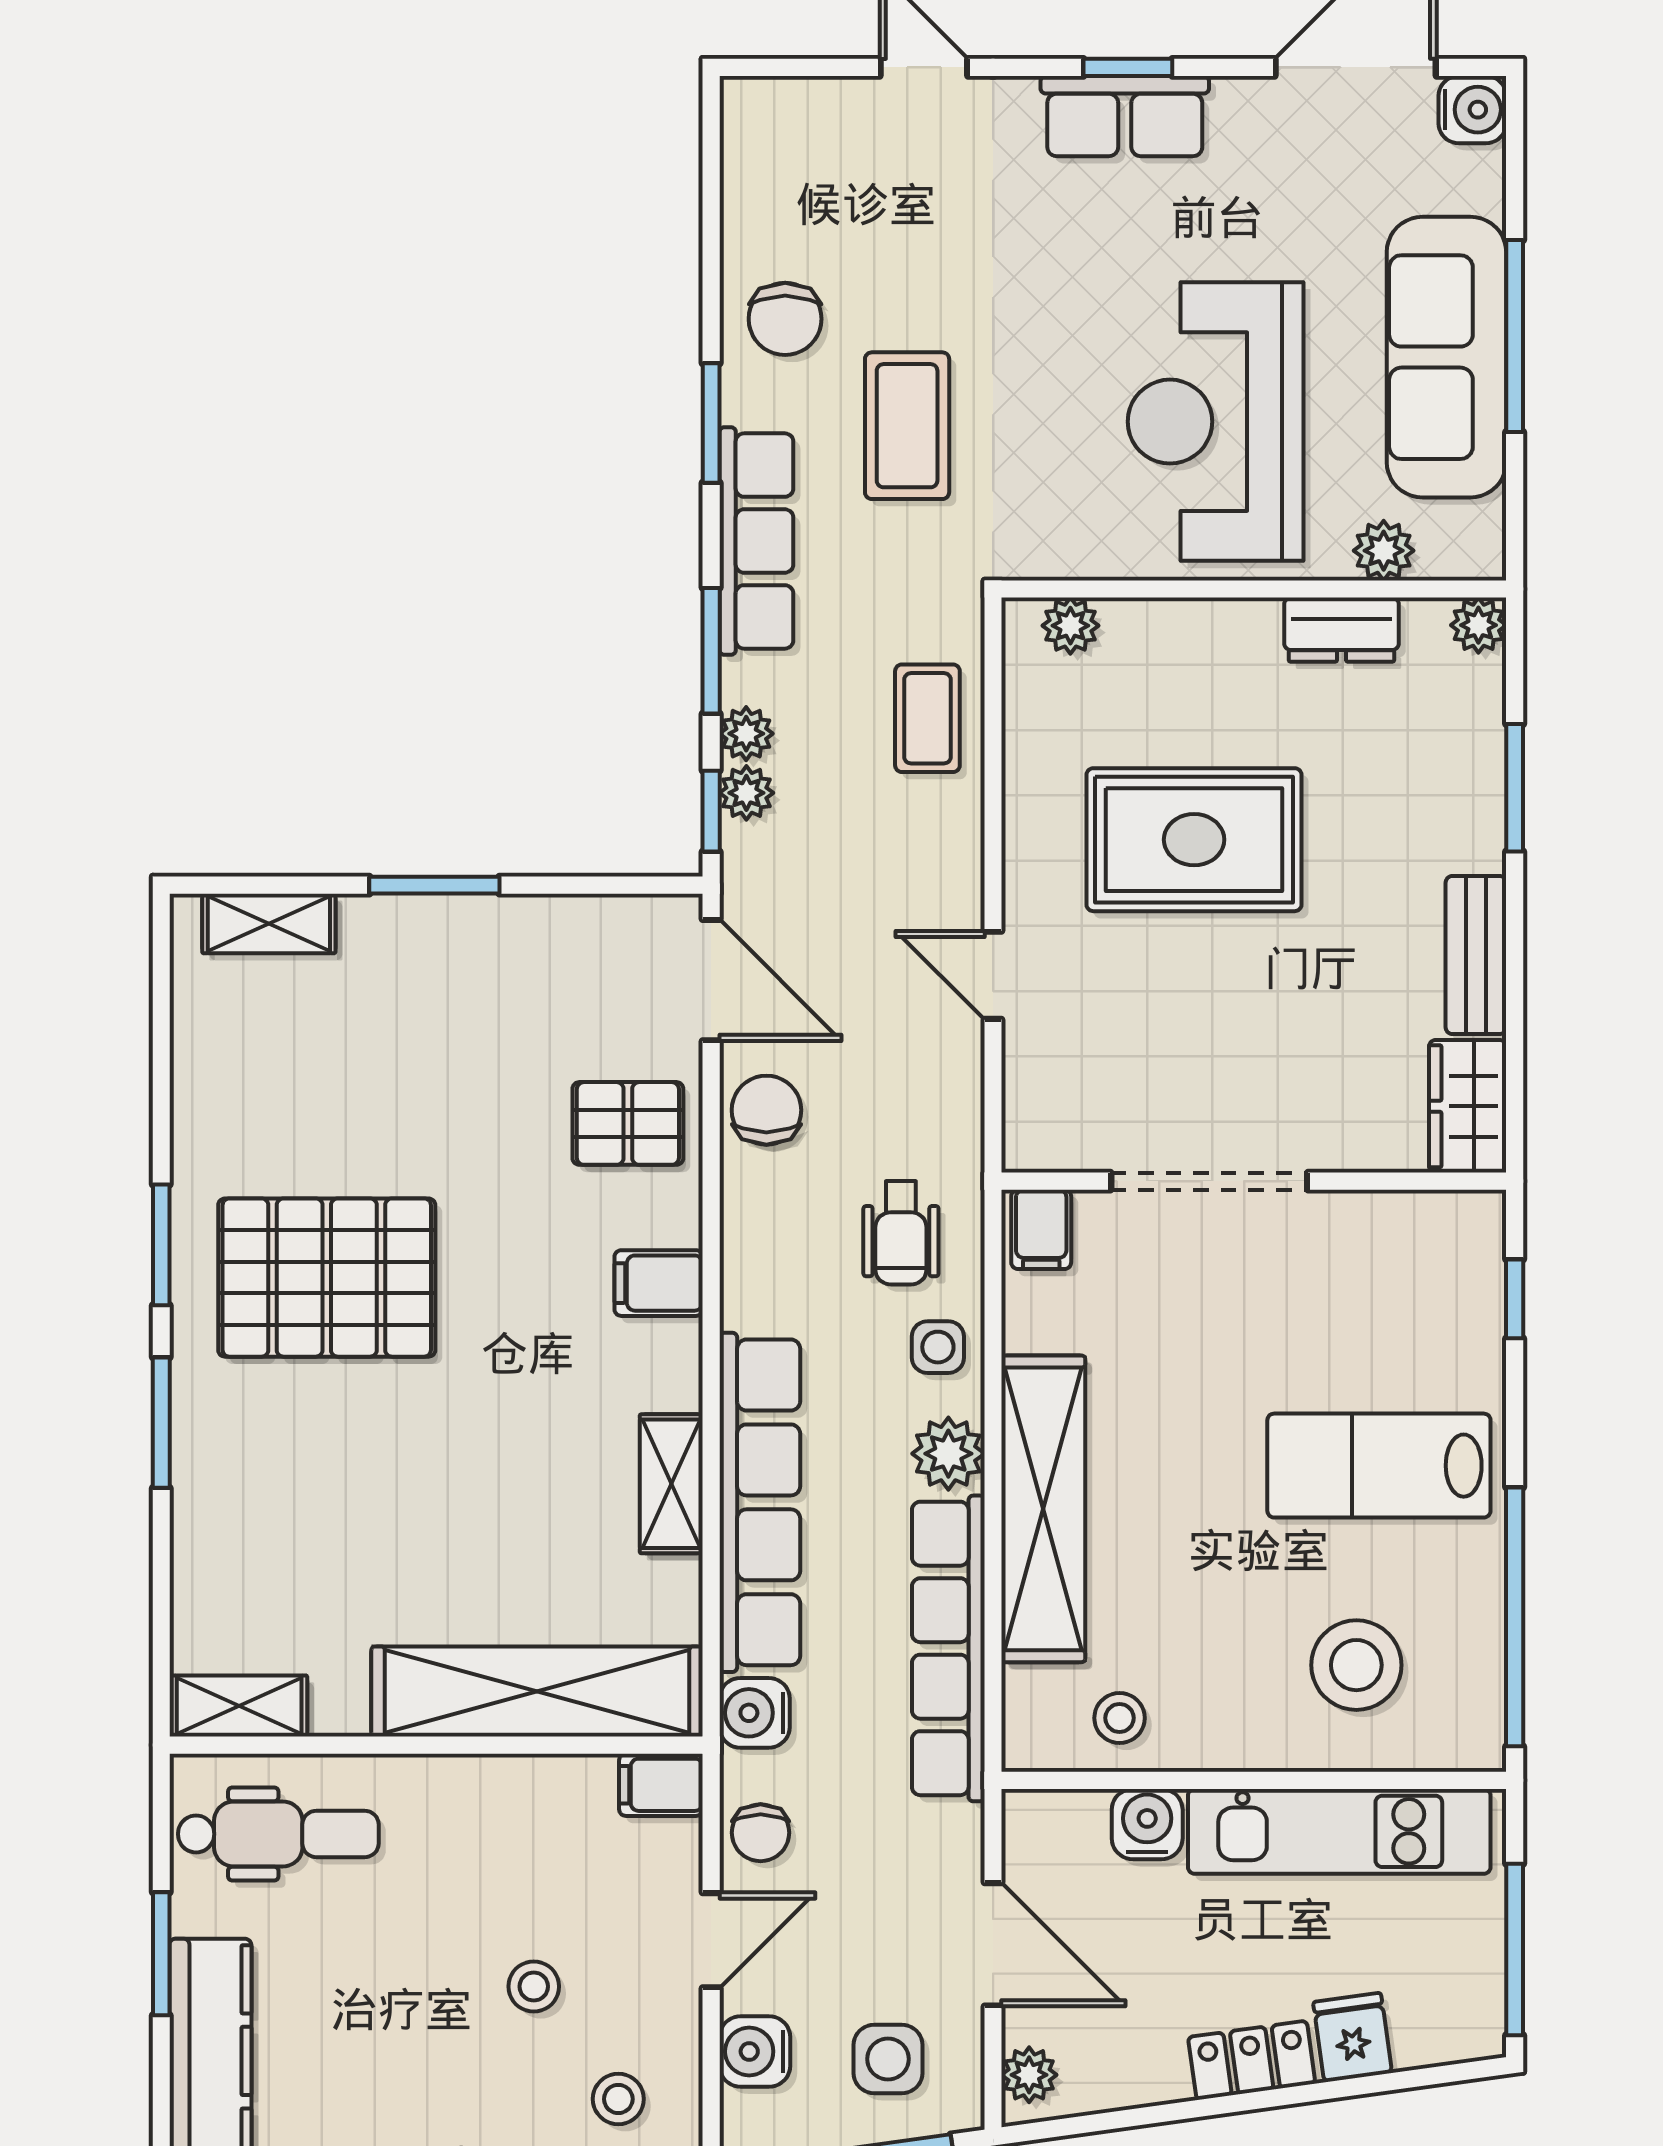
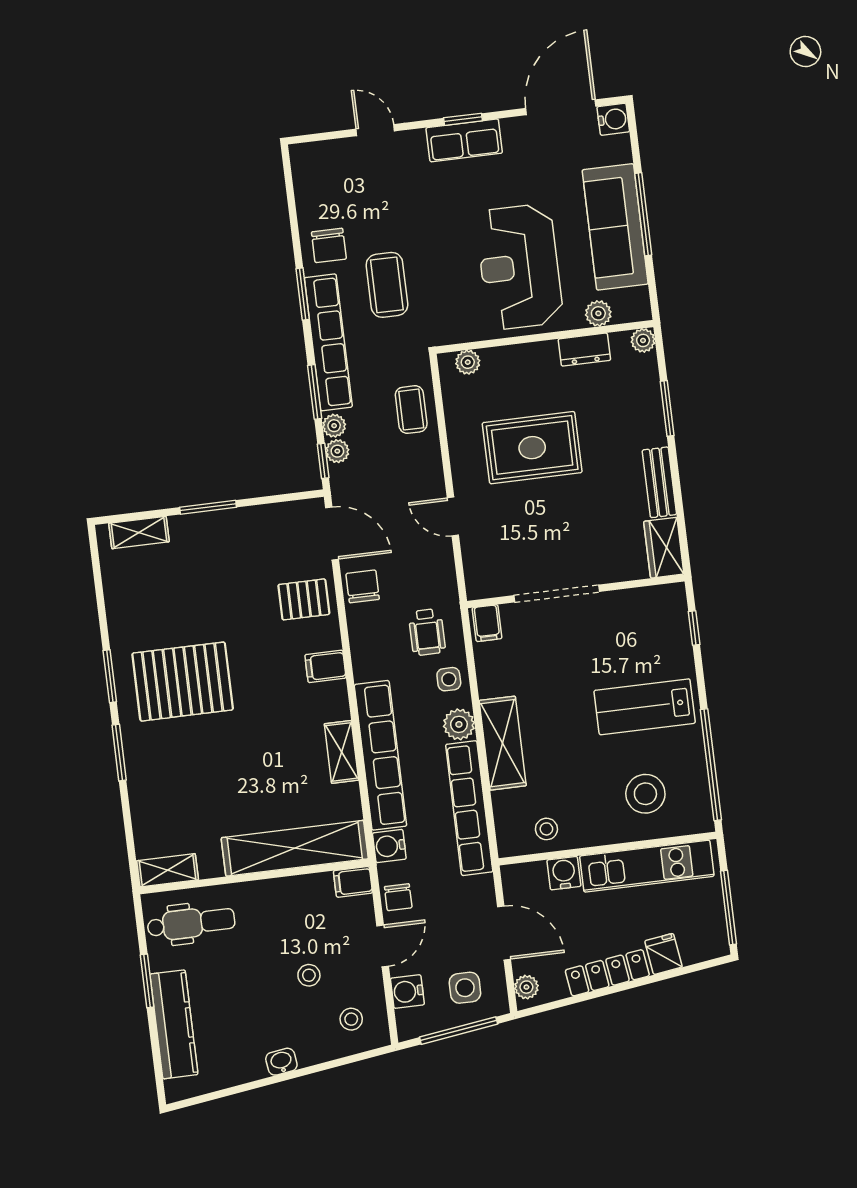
row of seats: (756, 541) -> (328, 342), width x1.36
shelving: (1043, 1509) -> (503, 743), width x0.68
locker: (1252, 2060) -> (607, 973), width x1.53

